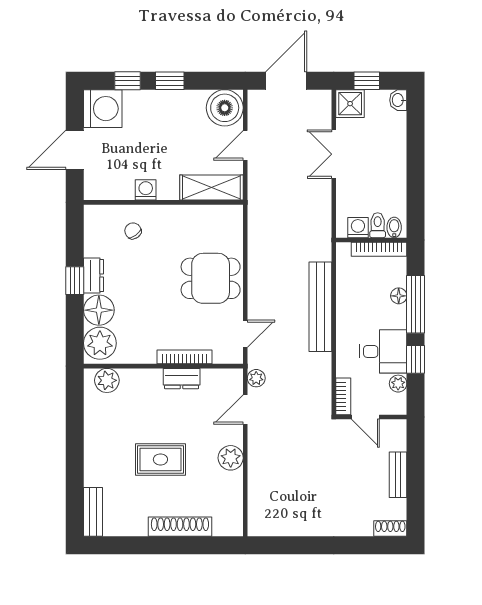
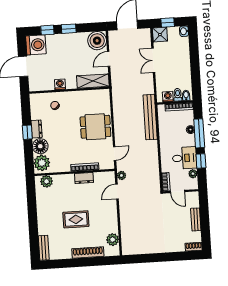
bench: (320, 307) -> (150, 117), moved
plant: (231, 458) -> (113, 240), moved

